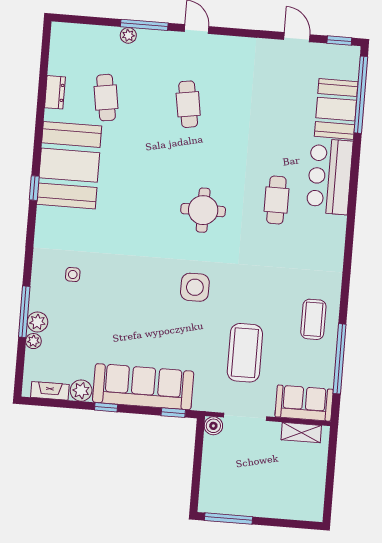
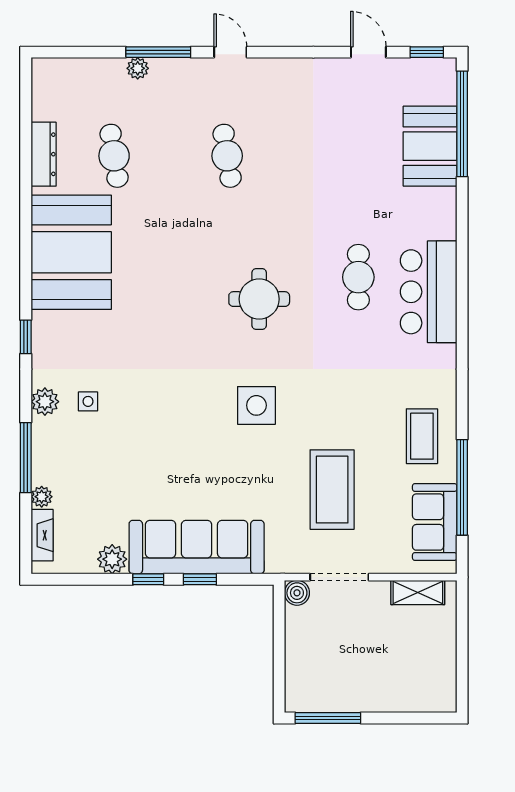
dresser: (55, 92) -> (44, 154), width x1.44
bar counter: (330, 176) -> (429, 292), moved
window: (34, 188) -> (26, 337), moved
plant: (37, 322) -> (45, 402), moved
fireplace: (50, 391) -> (42, 535), moved, turned 90
sofa: (304, 403) -> (435, 522), moved, turned -90
window: (173, 413) -> (200, 579), moved

